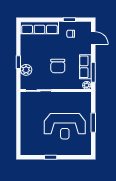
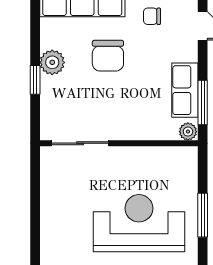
chair: (58, 66) -> (108, 56), moved
plant: (26, 70) -> (52, 62), moved
reception desk: (65, 126) -> (139, 223), turned 180

